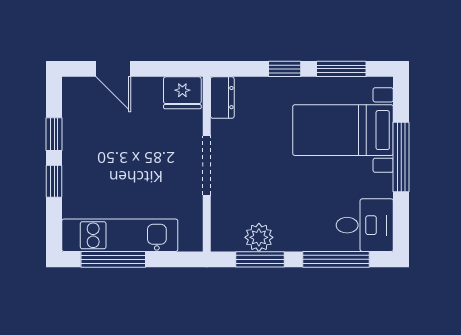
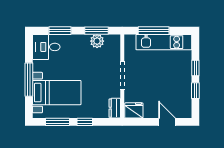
window: (113, 259) -> (154, 31), moved
window: (336, 259) -> (60, 31), width x0.69

